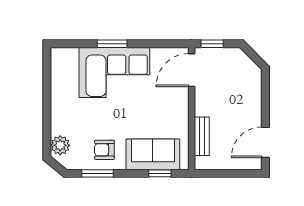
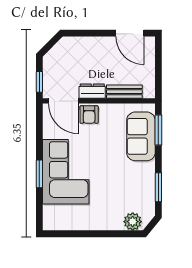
dresser: (202, 101) -> (92, 91), added
armchair: (104, 150) -> (89, 115), moved
window: (160, 173) -> (158, 130), width x1.50

